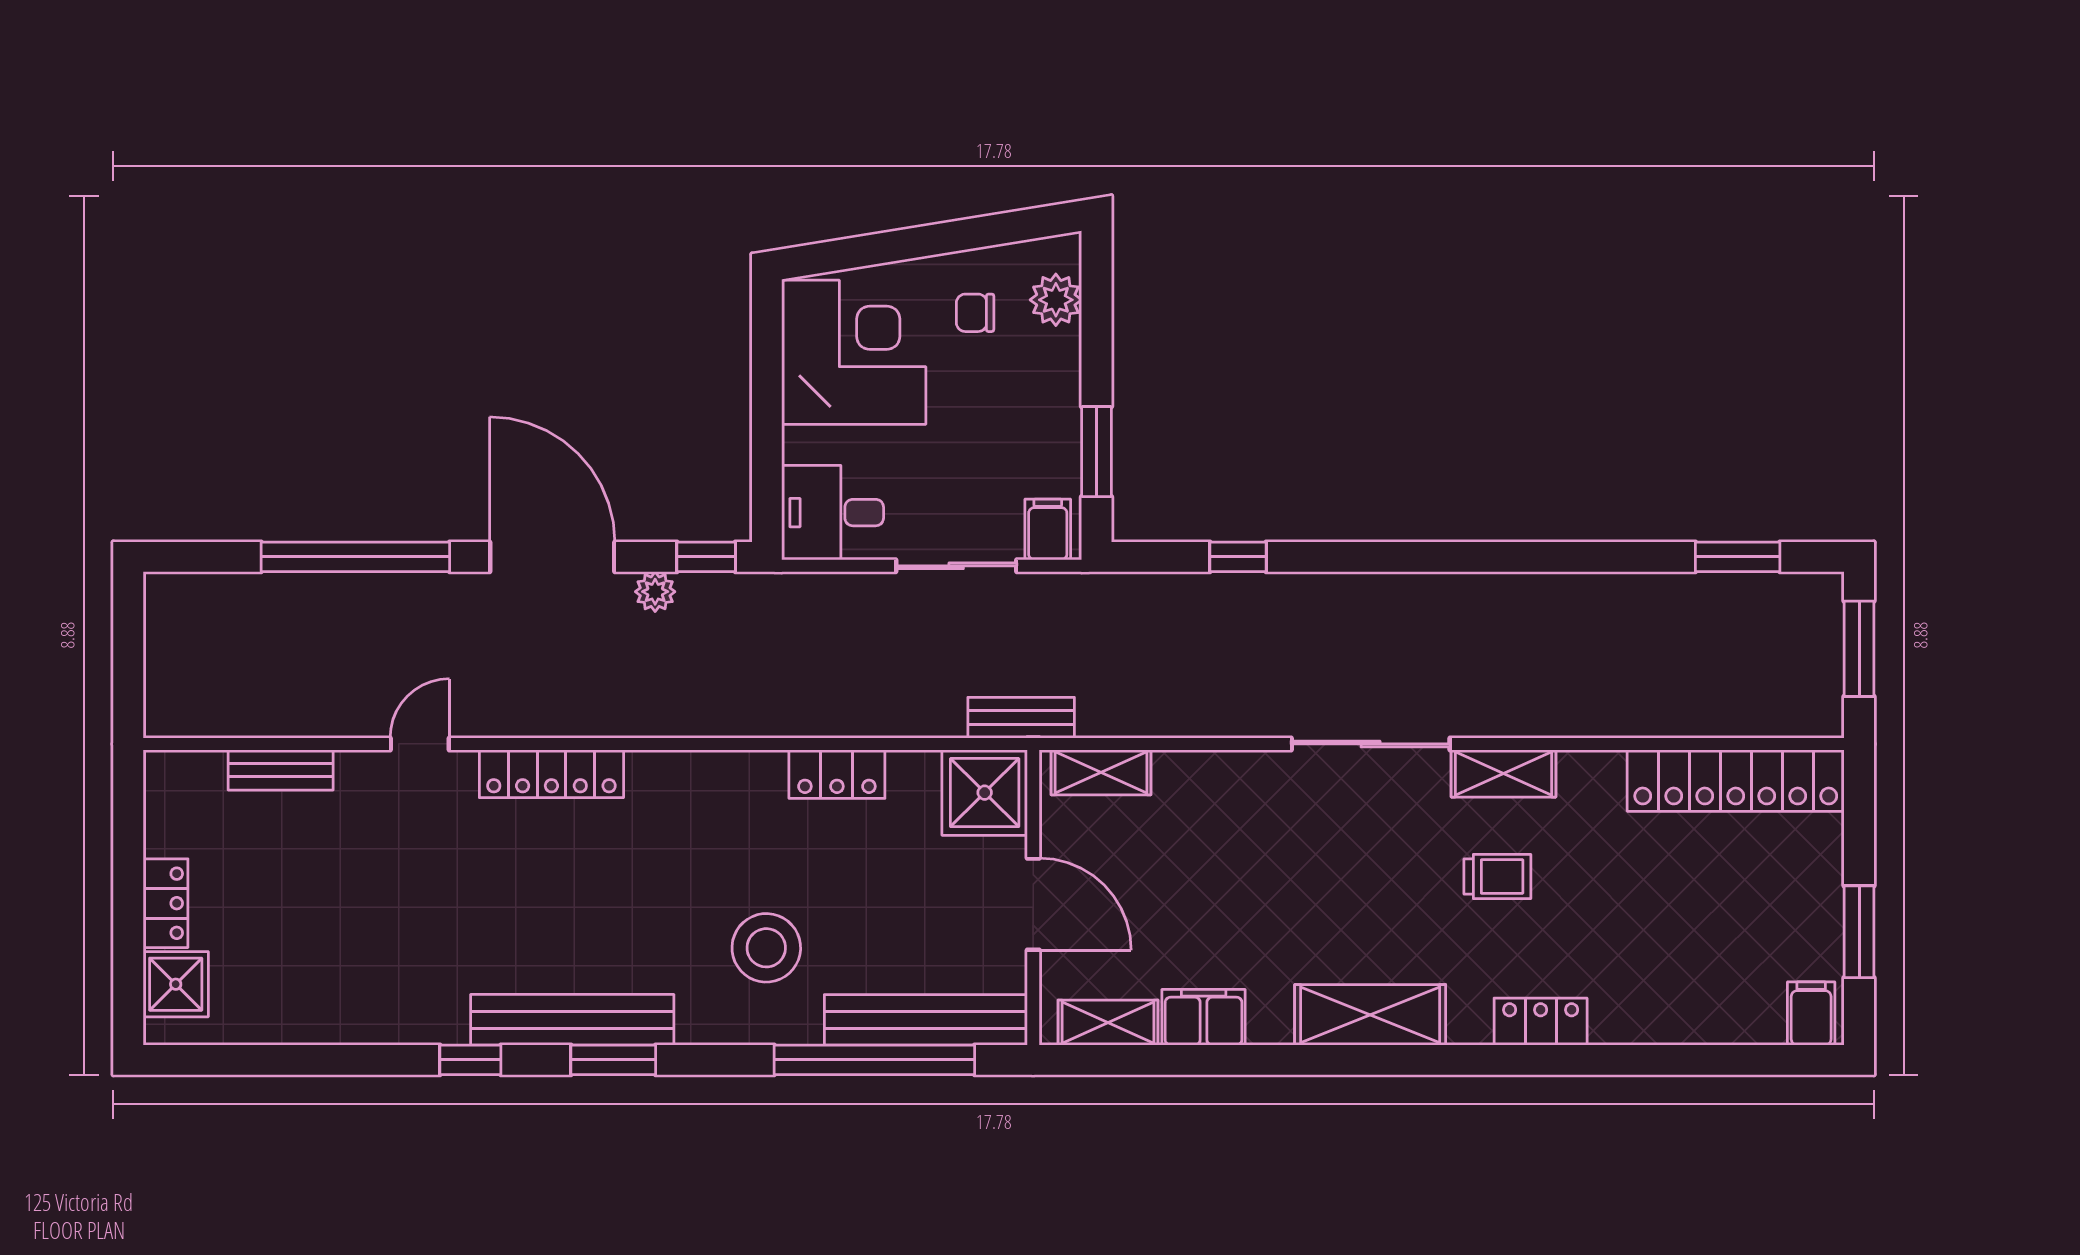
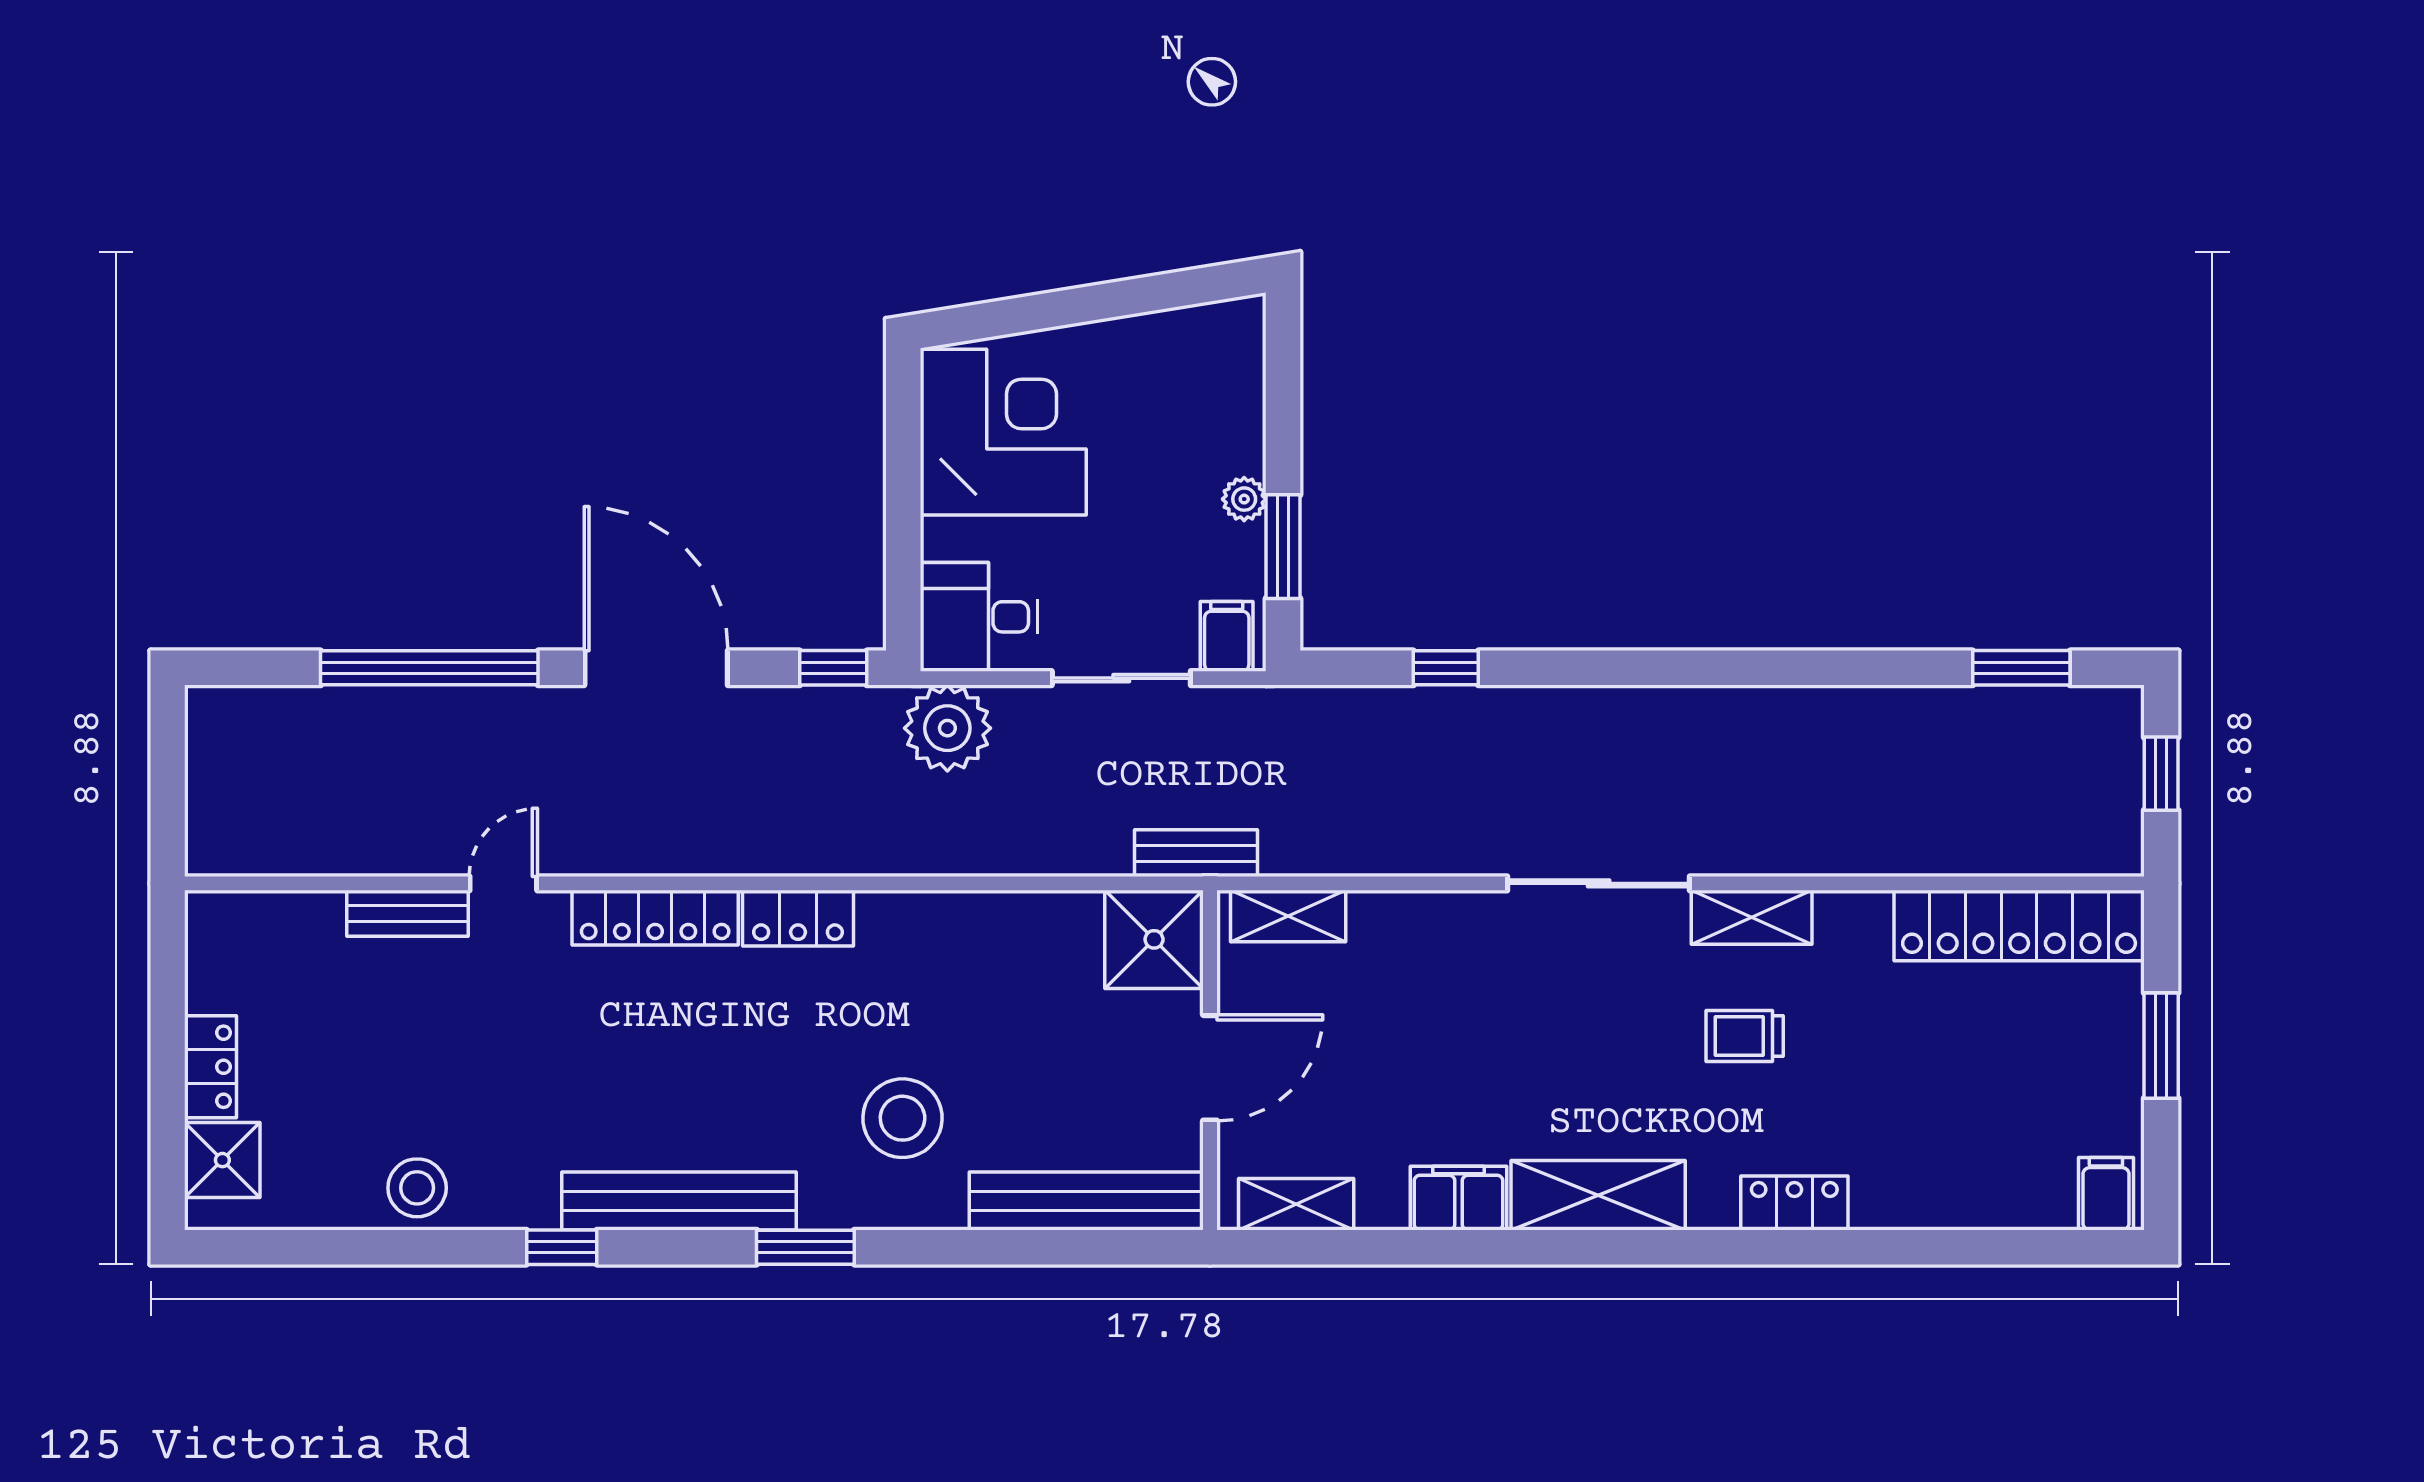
plant: (1056, 300) -> (1244, 499), moved, width x0.73, depth x0.73
chair: (975, 313) -> (1143, 387), removed
plant: (655, 592) -> (947, 728), moved, width x1.87, depth x1.87
window: (1859, 649) -> (2161, 774), width x0.67
bench: (281, 770) -> (407, 913), moved
locker: (837, 774) -> (798, 918), moved
trolley: (1497, 877) -> (1745, 1036), turned 180
door: (1033, 904) -> (1210, 1068), hinge flipped
window: (1859, 932) -> (2161, 1046), moved
stool: (345, 1008) -> (417, 1188), added
filing cabinet: (1204, 1017) -> (1459, 1198), moved
window: (613, 1060) -> (805, 1247), moved
window: (874, 1060) -> (1027, 1247), removed

